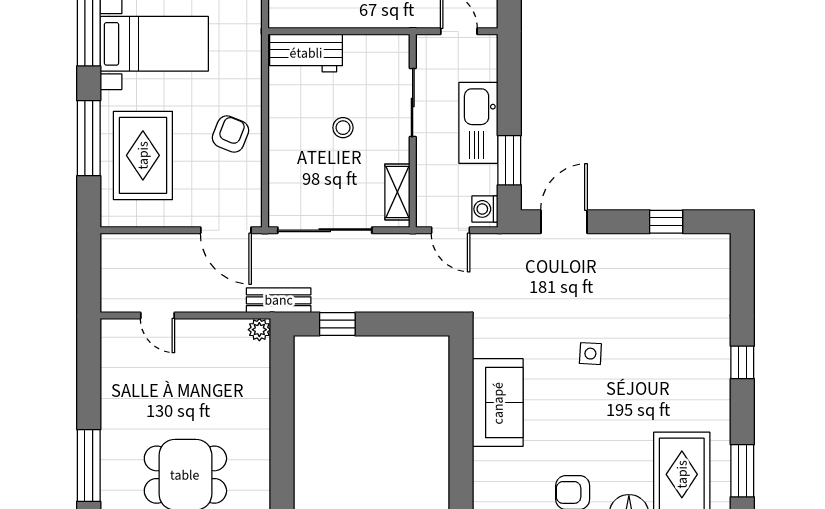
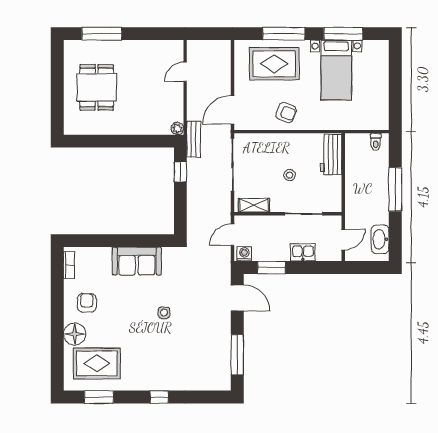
kitchen sink: (478, 123) -> (303, 252), width x0.53, depth x0.81
window: (666, 222) -> (237, 355), width x2.17

